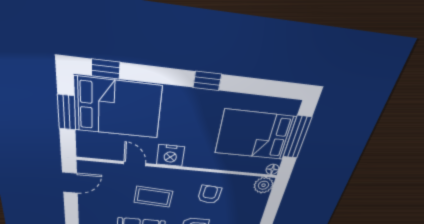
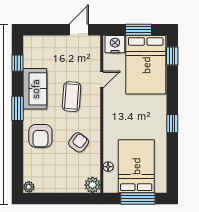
nightstand: (170, 155) -> (115, 44), moved, turned 90
floor lamp: (272, 169) -> (108, 167), moved
door: (70, 183) -> (79, 30), swing flipped
armchair: (209, 195) -> (79, 142), turned -58

